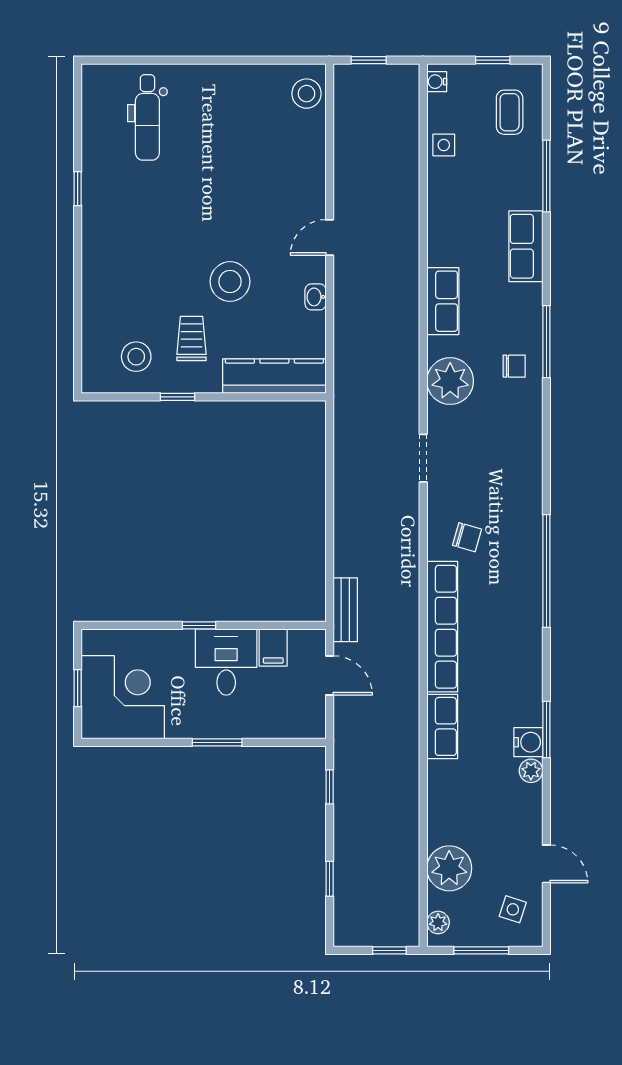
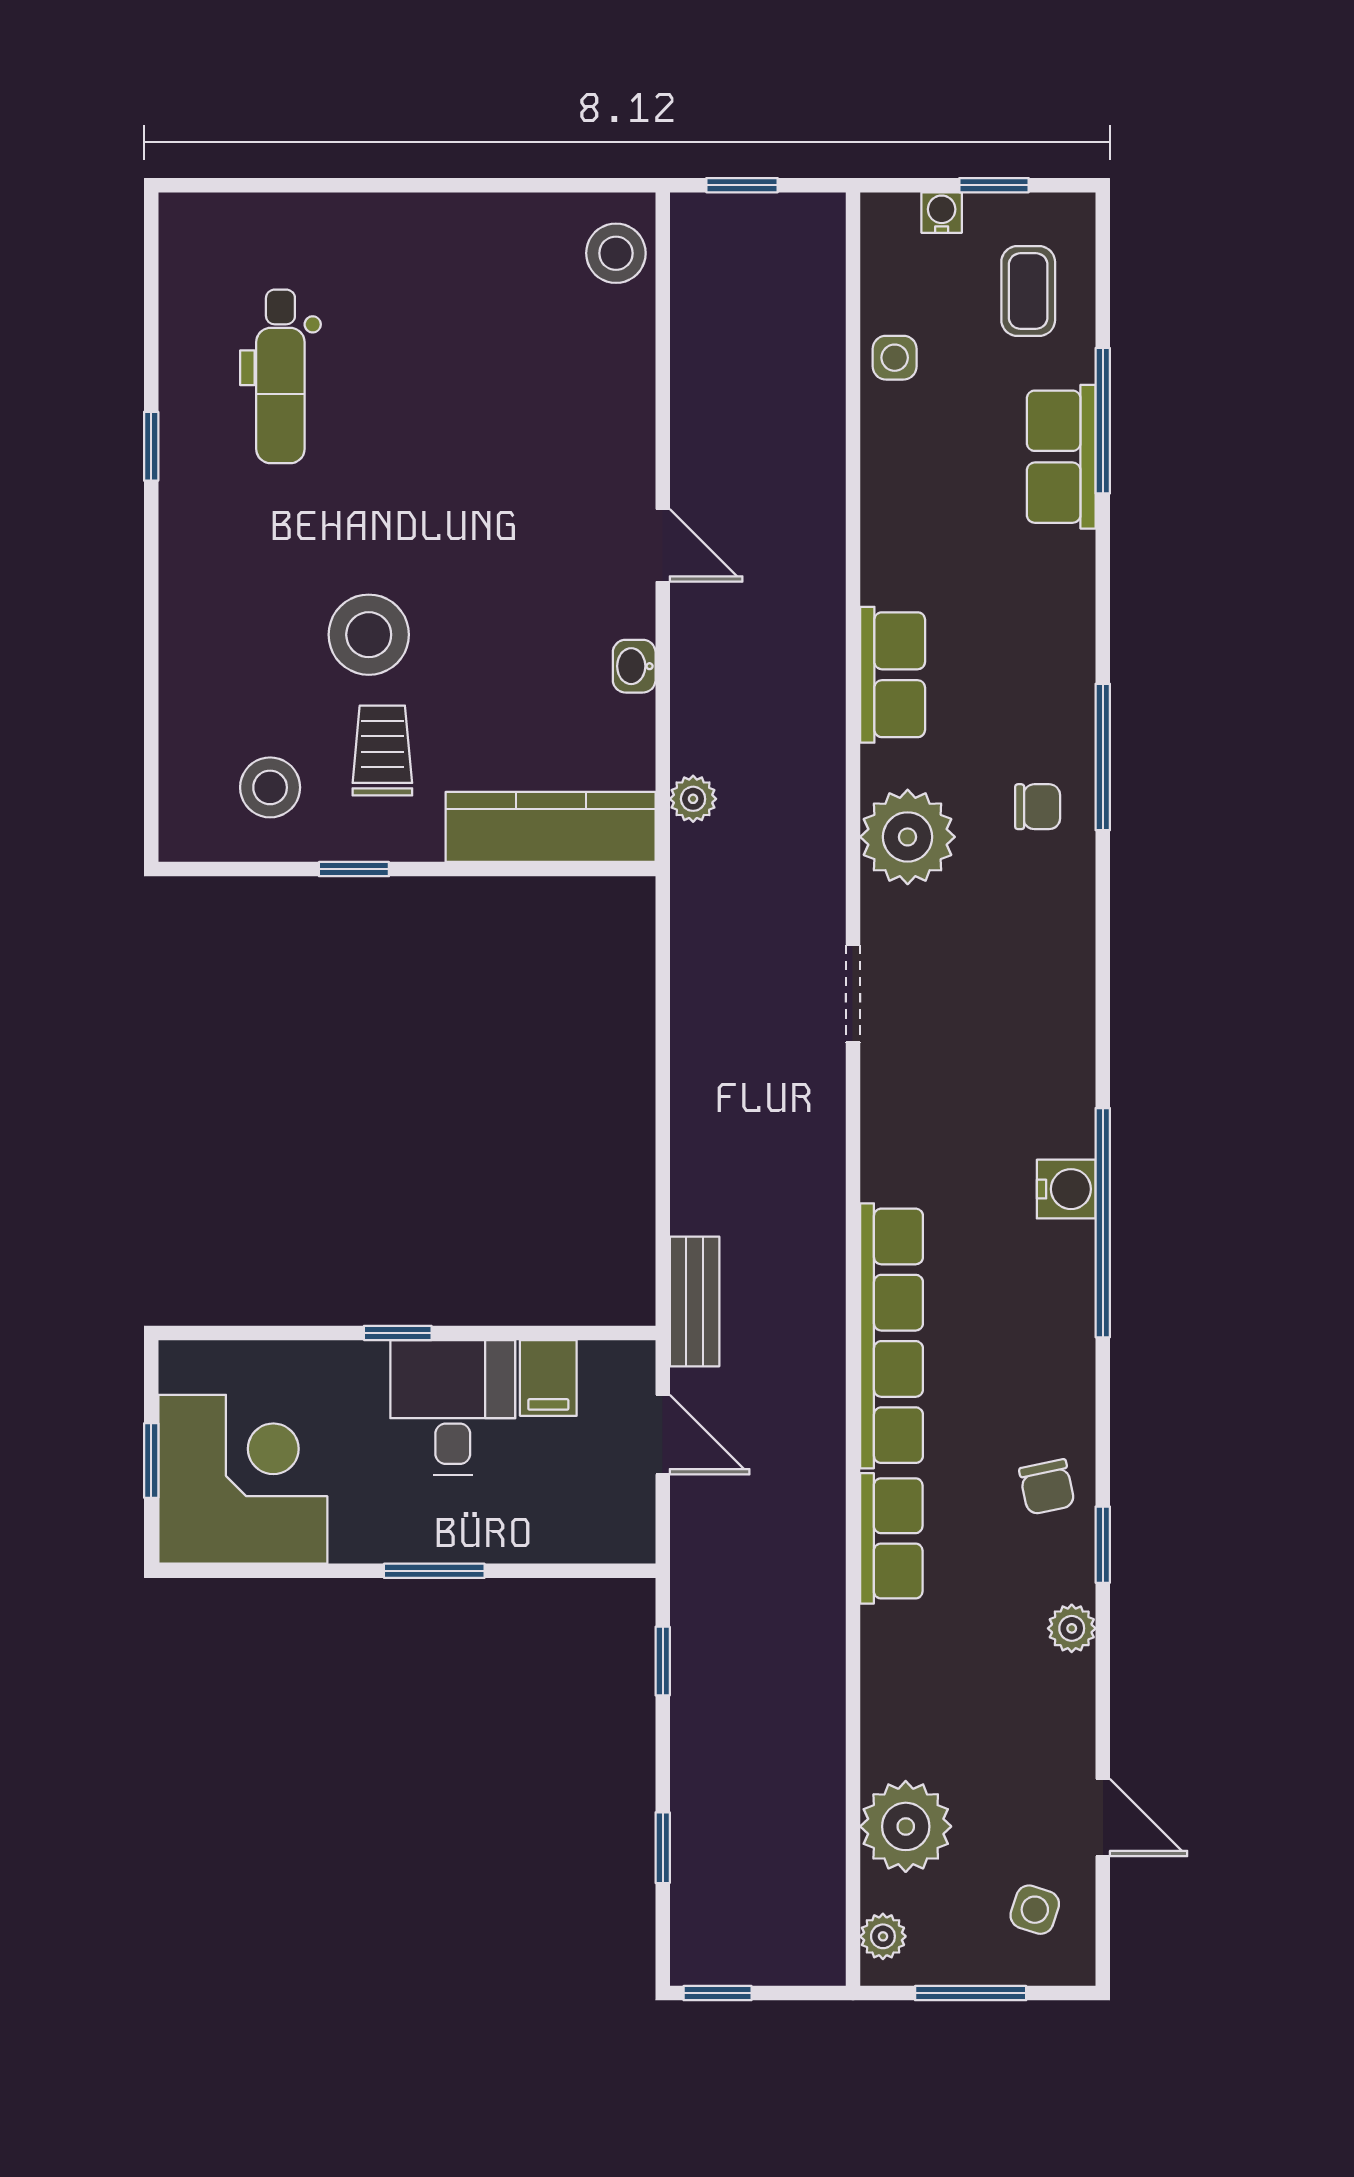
water cooler: (437, 82) -> (942, 213), moved, turned 90
dental chair: (147, 117) -> (280, 376), moved
door: (330, 237) -> (663, 545), swing flipped
row of seats: (526, 246) -> (1061, 457), moved
stool: (230, 282) -> (369, 635), moved
plant: (344, 362) -> (693, 799), added
chair: (467, 537) -> (1047, 1487), moved, turned 62
window: (546, 730) -> (1103, 1545), width x0.67
water cooler: (528, 742) -> (1066, 1189), moved
window: (389, 950) -> (718, 1993), moved

